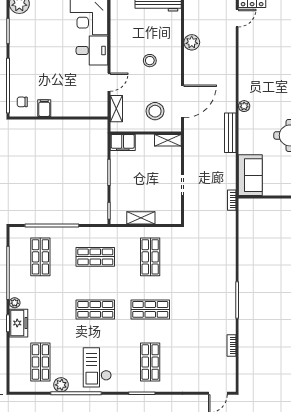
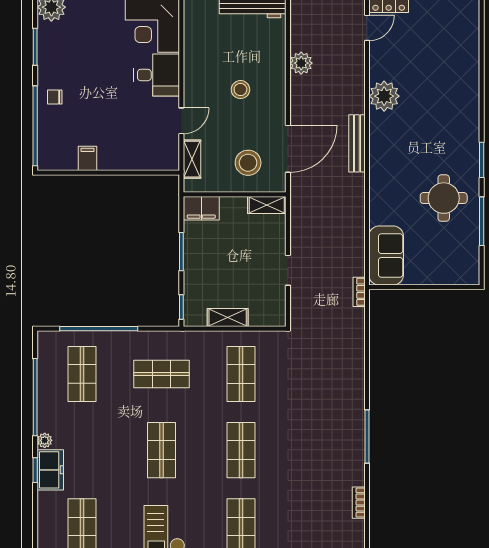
chair: (22, 102) -> (55, 97), moved
plant: (244, 106) -> (384, 96), moved, width x1.87, depth x1.87
bench: (230, 133) -> (357, 143), moved
shop shelf: (95, 309) -> (162, 450), turned 90
shop shelf: (150, 309) -> (241, 450), turned 90

